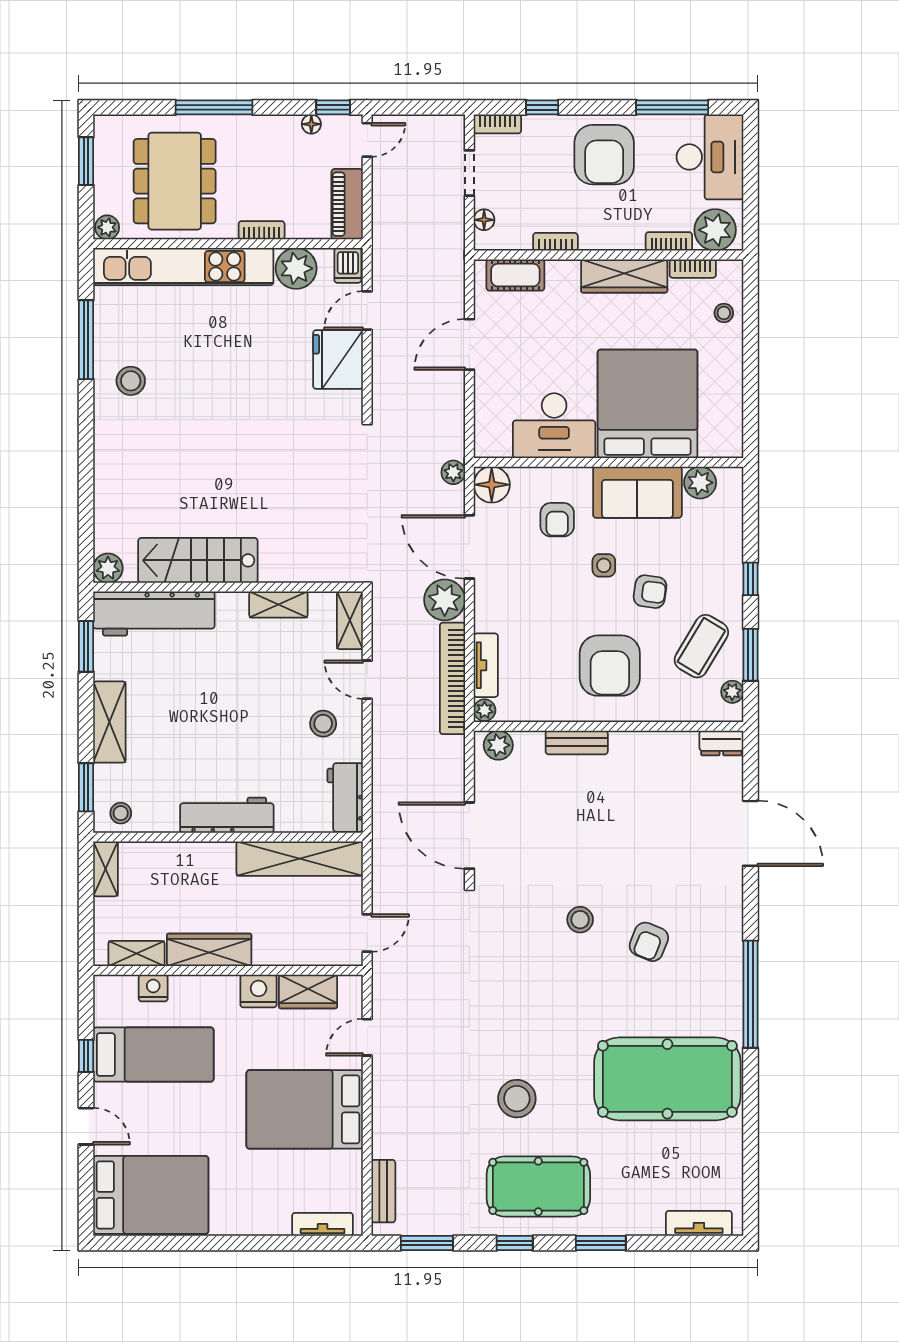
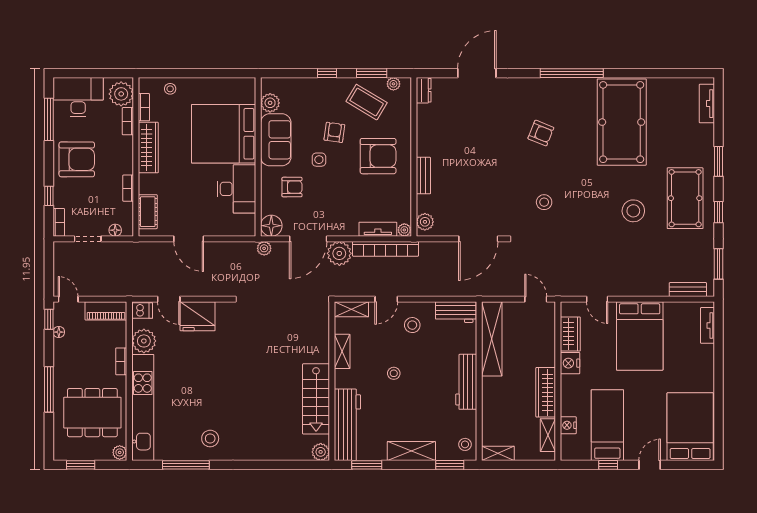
stool: (241, 692) -> (394, 373), added
stool: (580, 920) -> (544, 202), moved

